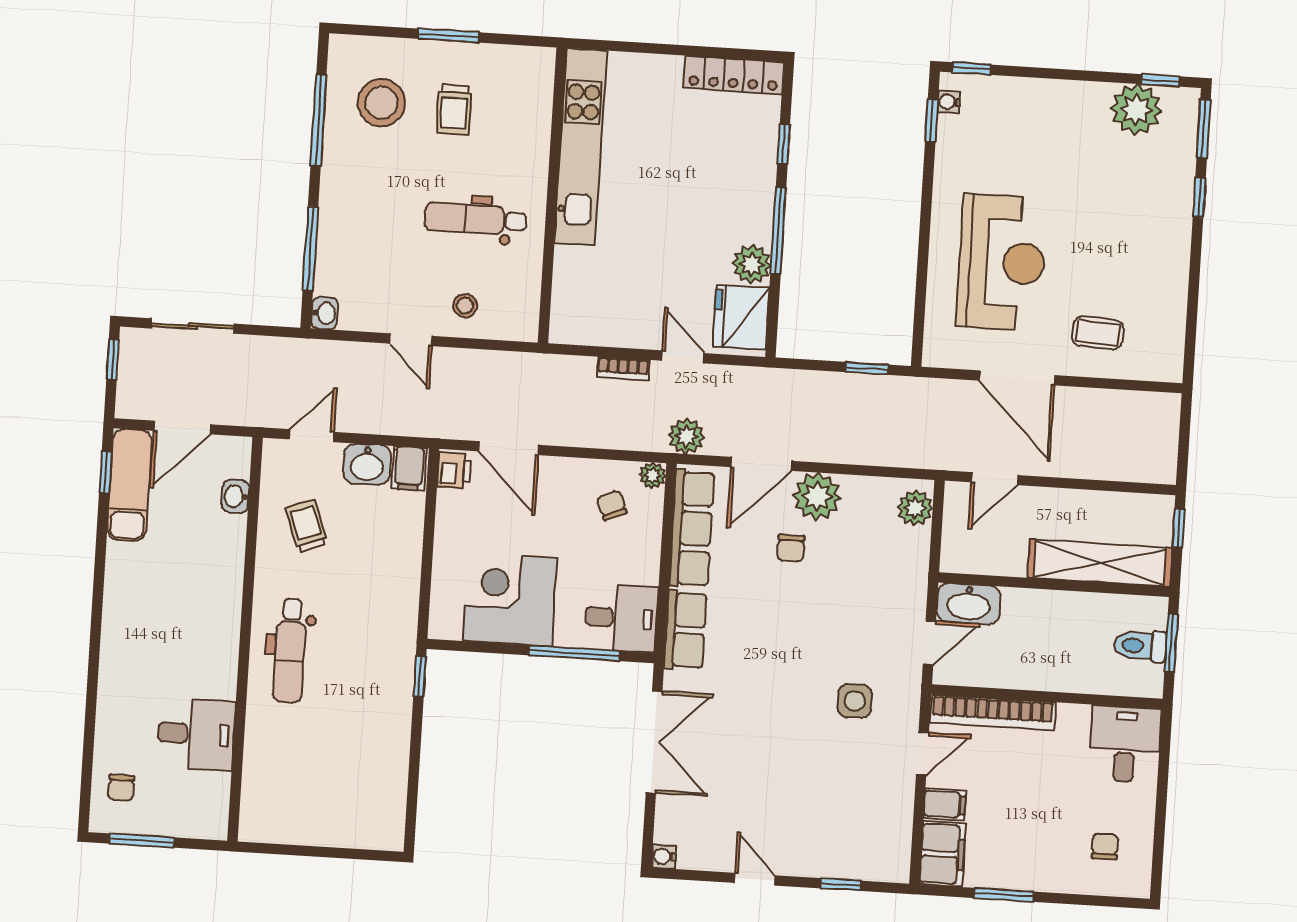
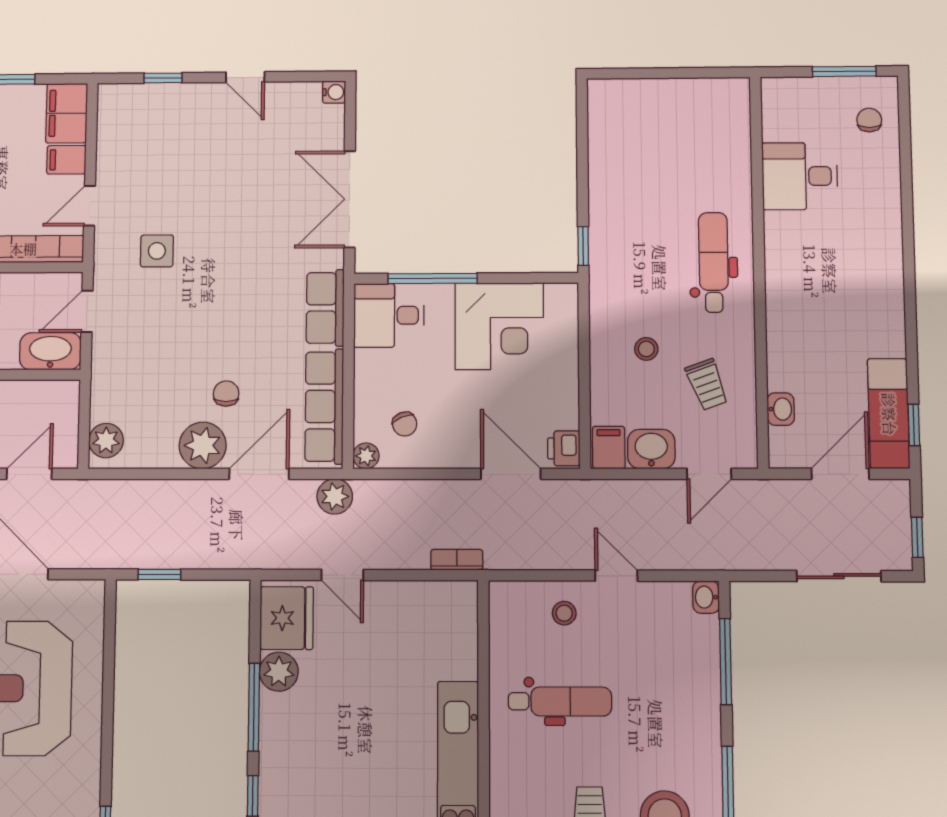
bookcase: (623, 369) -> (457, 560), moved
stool: (364, 566) -> (646, 349), added

